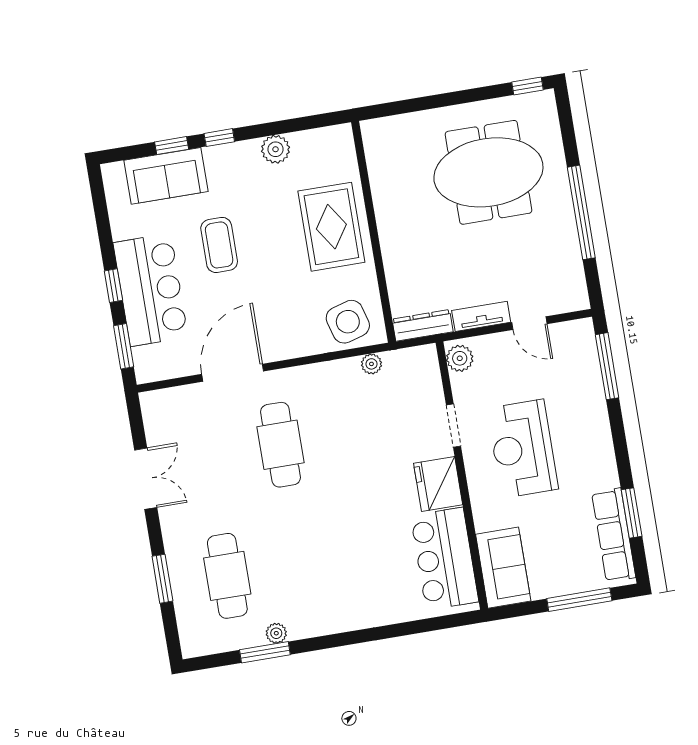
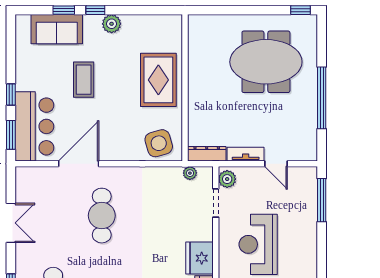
plant: (276, 149) -> (112, 24), moved
bar counter: (151, 290) -> (34, 126), moved
plant: (371, 364) -> (190, 173), moved
doorway: (453, 426) -> (216, 203), moved

